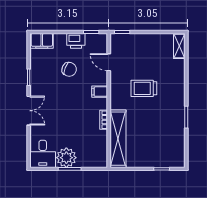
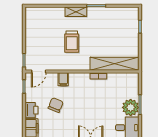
printer: (76, 41) -> (31, 110), moved
shelving: (179, 46) -> (76, 12), moved
door: (109, 62) -> (39, 72), moved
filing cabinet: (100, 92) -> (63, 79), moved

